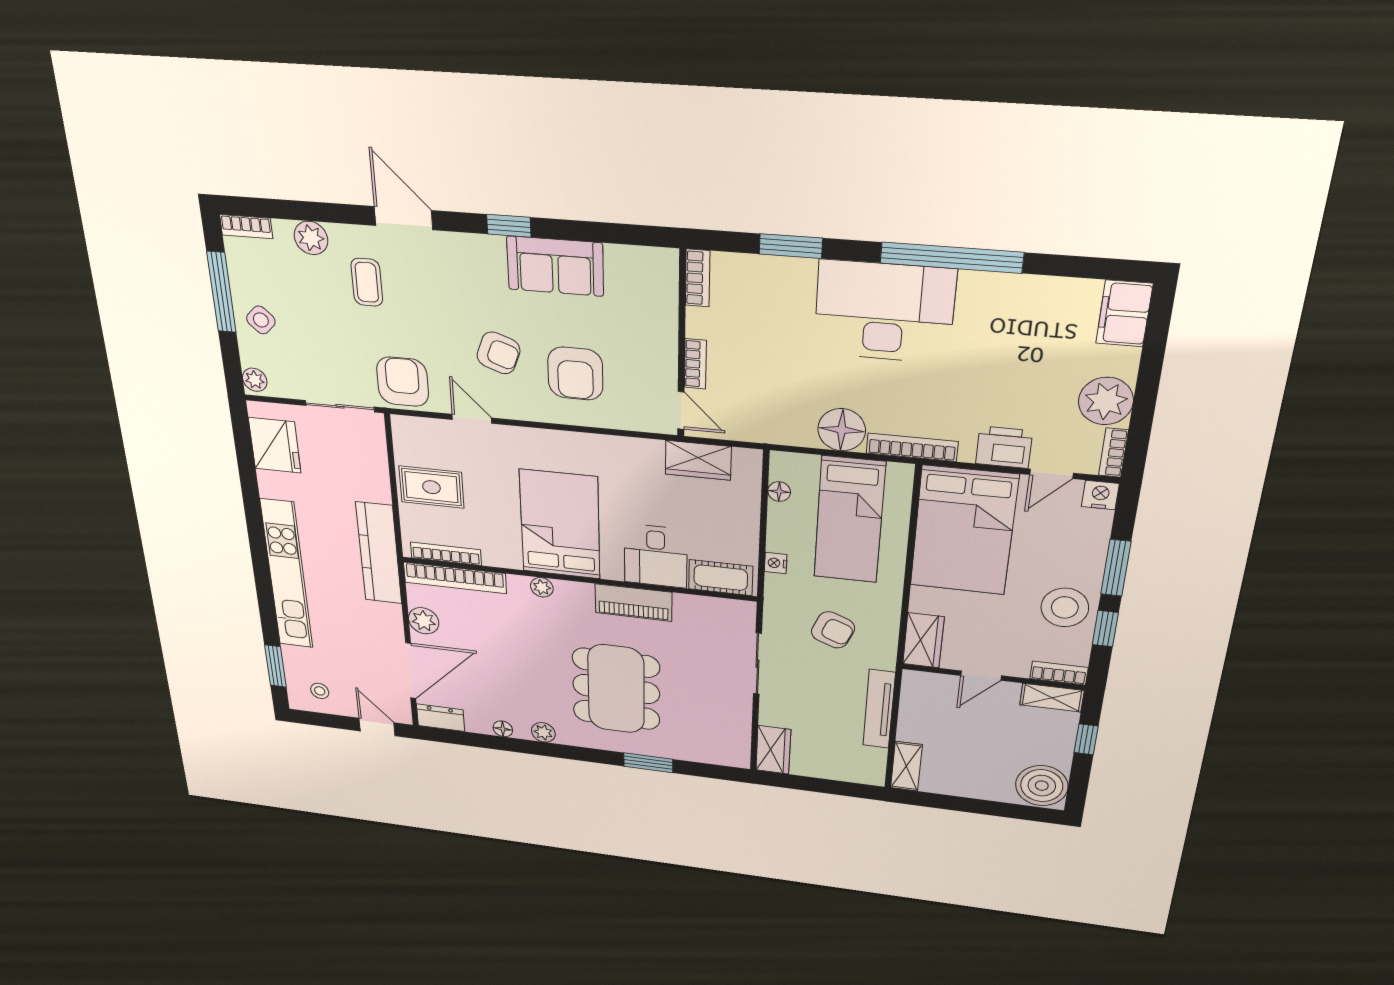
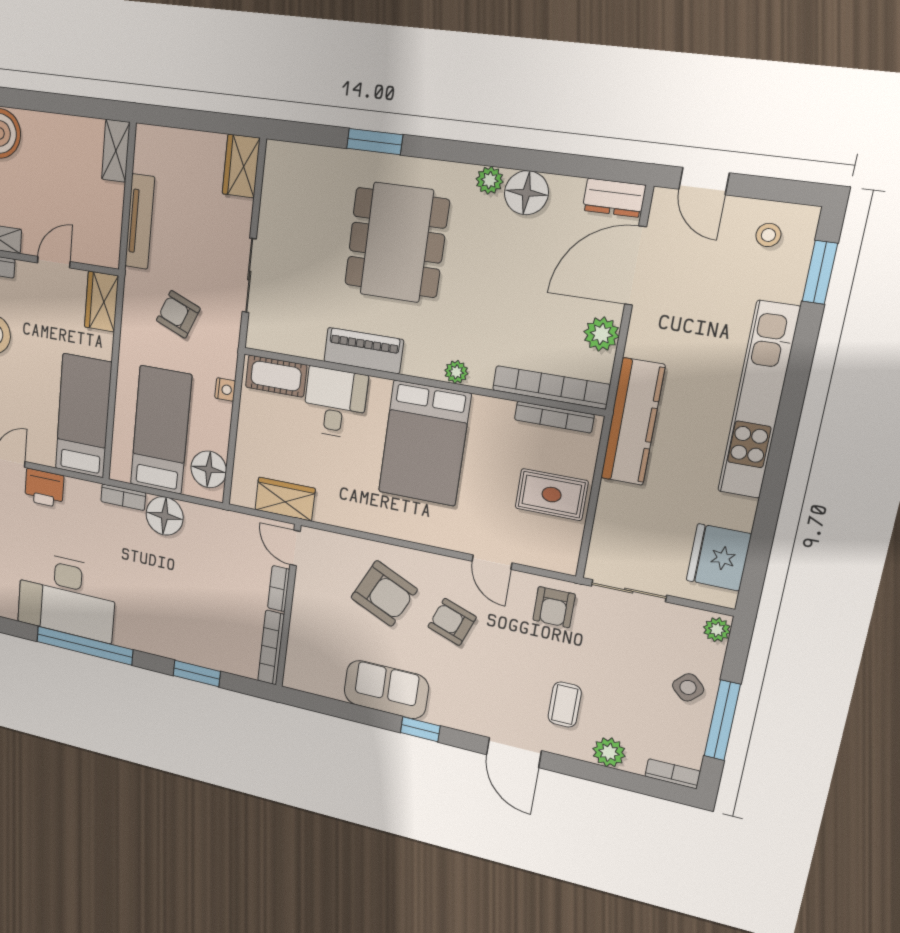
bookcase: (698, 278) -> (271, 648), width x1.56
desk: (884, 312) -> (67, 596), moved
armchair: (575, 374) -> (384, 593), turned 115
armchair: (403, 382) -> (554, 607), width x0.72, depth x0.72
bookcase: (912, 447) -> (123, 497), width x0.64
floor lamp: (779, 492) -> (209, 469), width x1.89, depth x1.89
bed: (964, 531) -> (83, 416), width x0.67
floor lamp: (503, 729) -> (526, 193), width x1.89, depth x1.89

